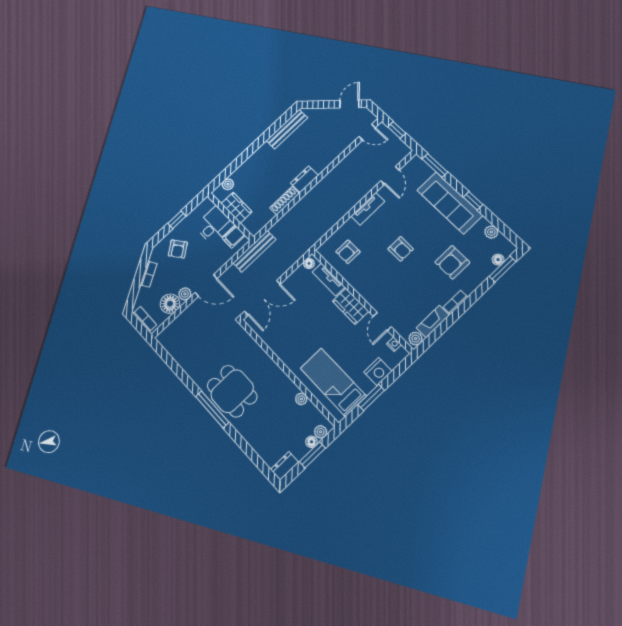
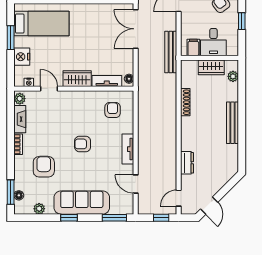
bench: (287, 129) -> (233, 123), moved
dresser: (304, 179) -> (187, 163), moved

